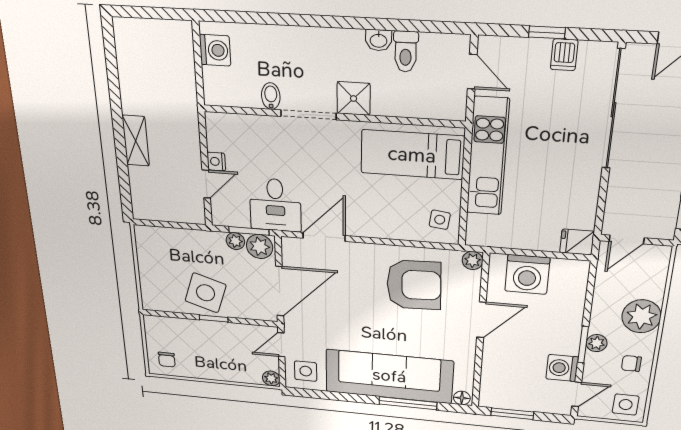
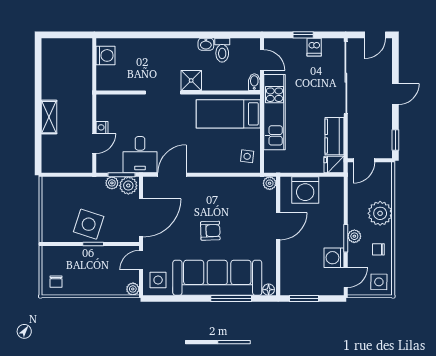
bidet: (271, 96) -> (254, 82), moved
kitchen counter: (583, 200) -> (334, 136), added
armchair: (414, 285) -> (210, 231), moved, width x0.53, depth x0.53

